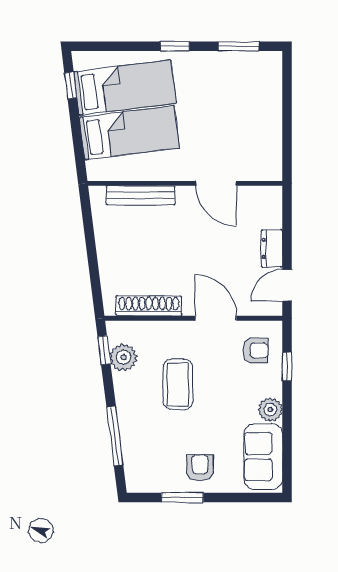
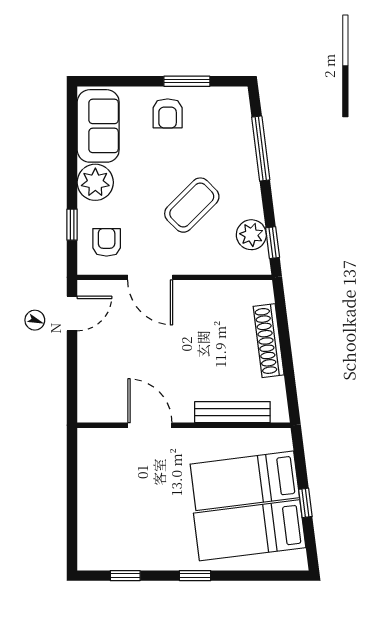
window: (239, 46) -> (125, 576), width x0.67
window: (71, 85) -> (305, 503), moved
dresser: (272, 248) -> (89, 354), removed
shoe rack: (149, 306) -> (269, 341), moved, turned 83
armchair: (256, 350) -> (107, 242), turned 90
coffee table: (178, 384) -> (192, 205), turned 45
plant: (270, 410) -> (95, 182), width x1.36, depth x1.36

